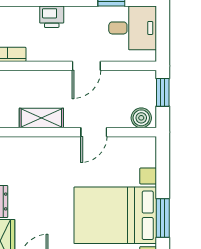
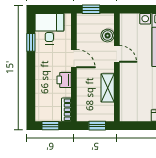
printer: (52, 17) -> (64, 80), moved, turned 180
boiler: (141, 118) -> (108, 36), moved

